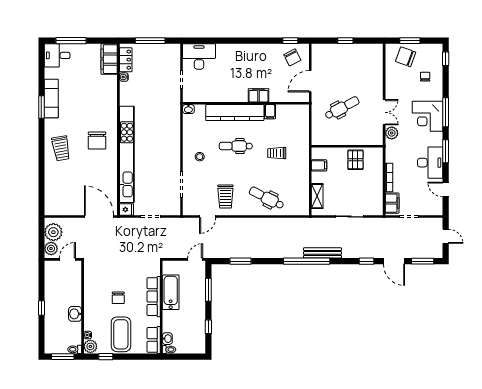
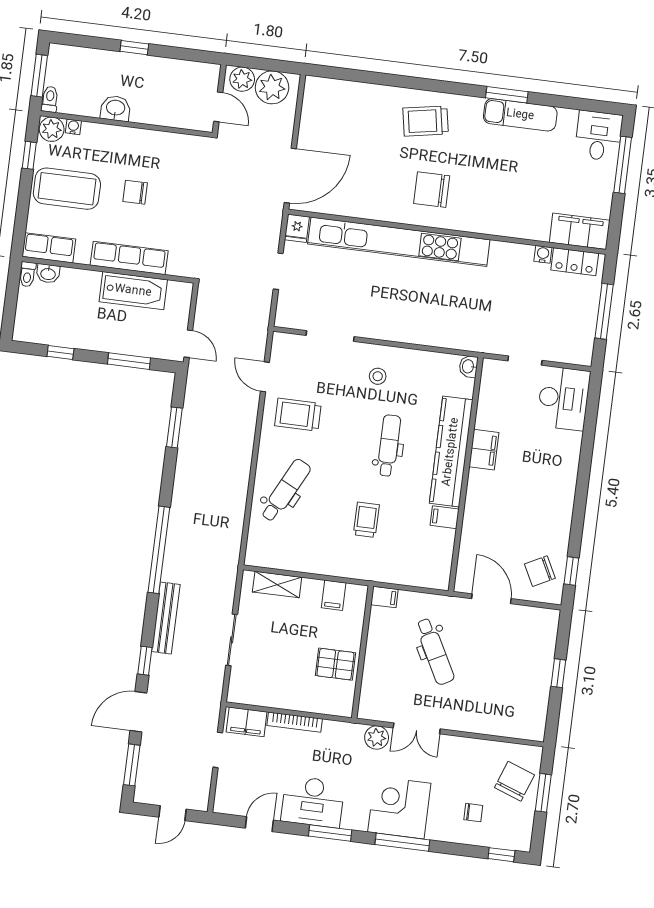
filing cabinet: (259, 95) -> (484, 450), moved
filing cabinet: (317, 138) -> (384, 597), added
bench: (323, 253) -> (166, 618), moved

